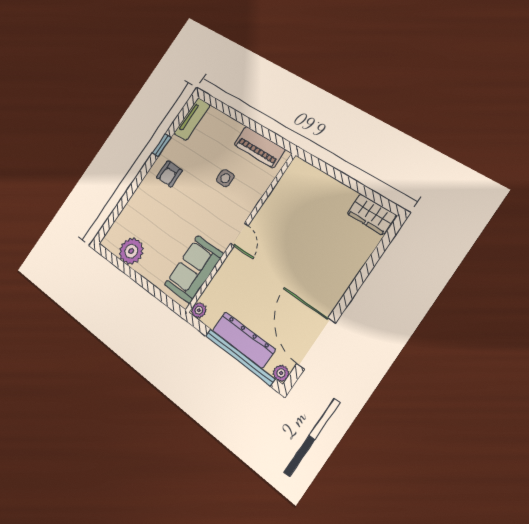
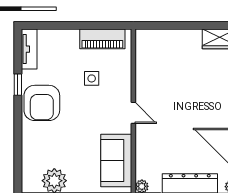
armchair: (169, 174) -> (42, 103), width x1.88, depth x1.88

